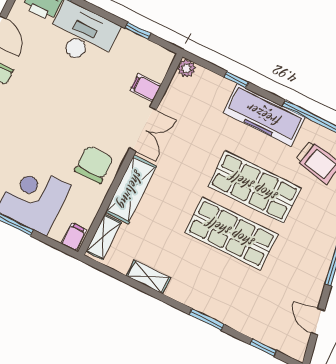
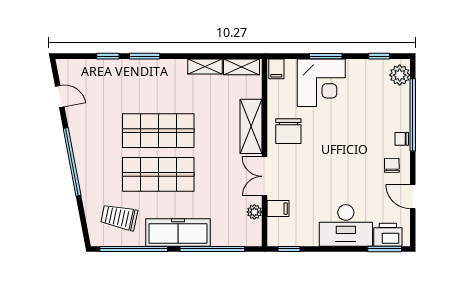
window: (138, 31) -> (289, 249), moved
plant: (187, 68) -> (254, 212), moved
window: (236, 80) -> (212, 249), width x3.17
shelving: (104, 237) -> (241, 67), moved, turned 90
window: (263, 348) -> (108, 56), moved

